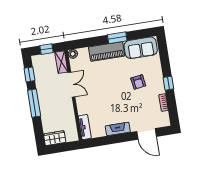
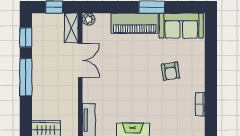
window: (168, 83) -> (211, 79), removed

